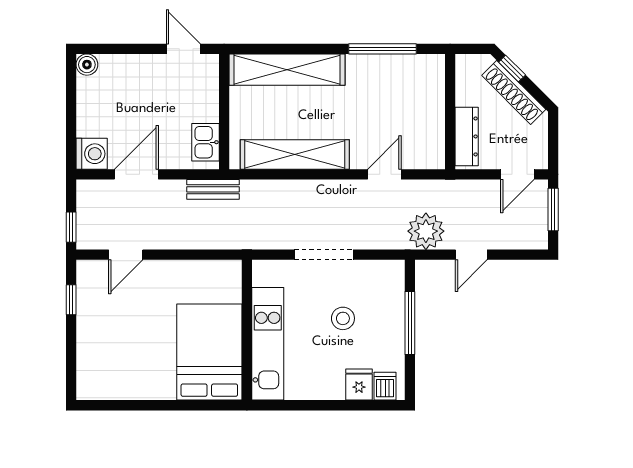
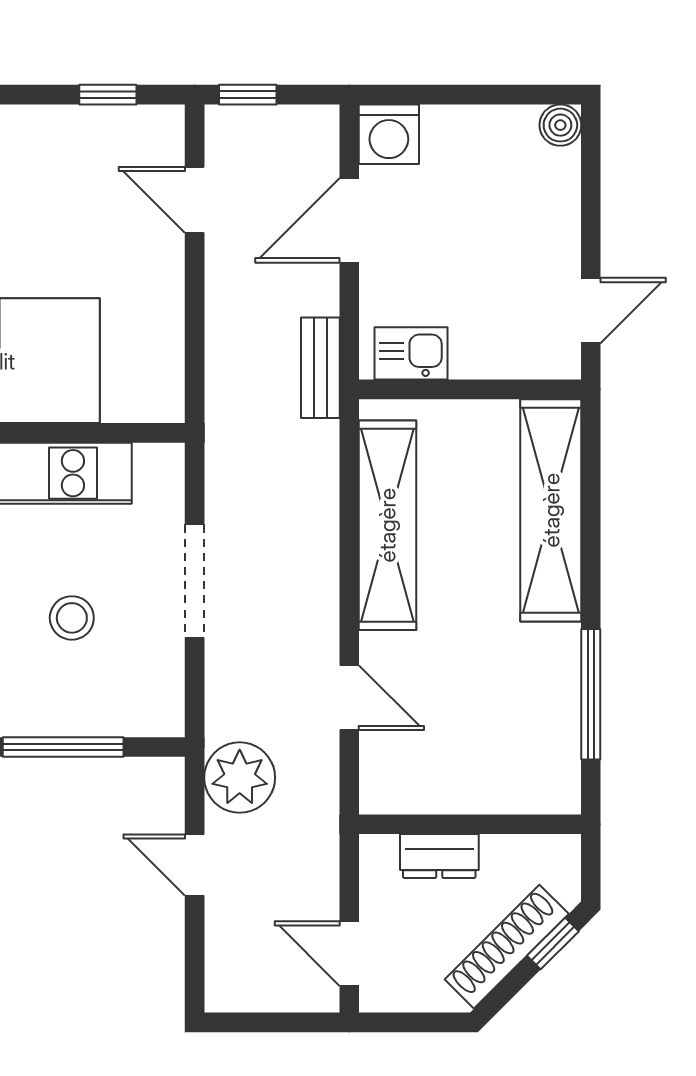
dresser: (467, 136) -> (439, 856), width x0.70
door: (136, 174) -> (349, 220), swing flipped
window: (553, 210) -> (281, 1022), removed

